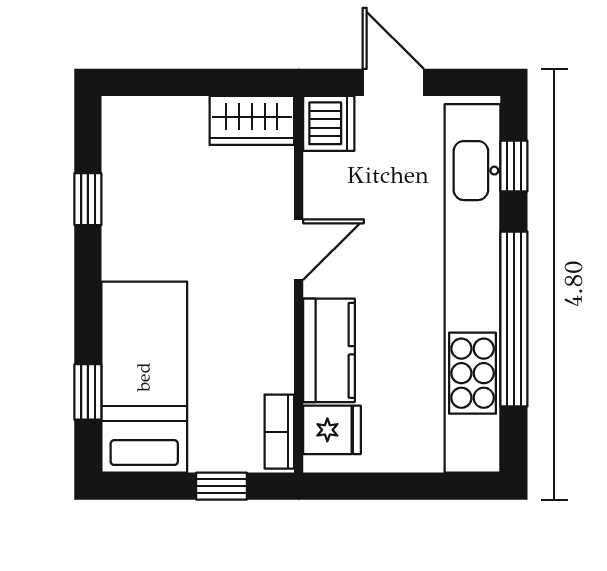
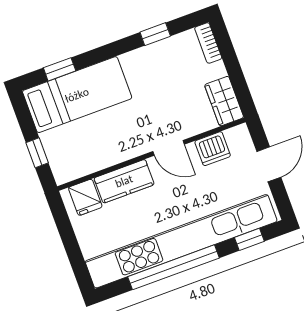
dishwasher: (329, 123) -> (213, 149), moved
bookcase: (279, 432) -> (208, 43), moved, turned -90

